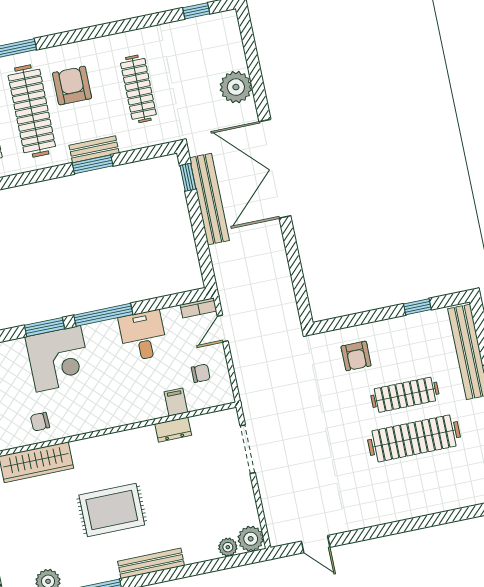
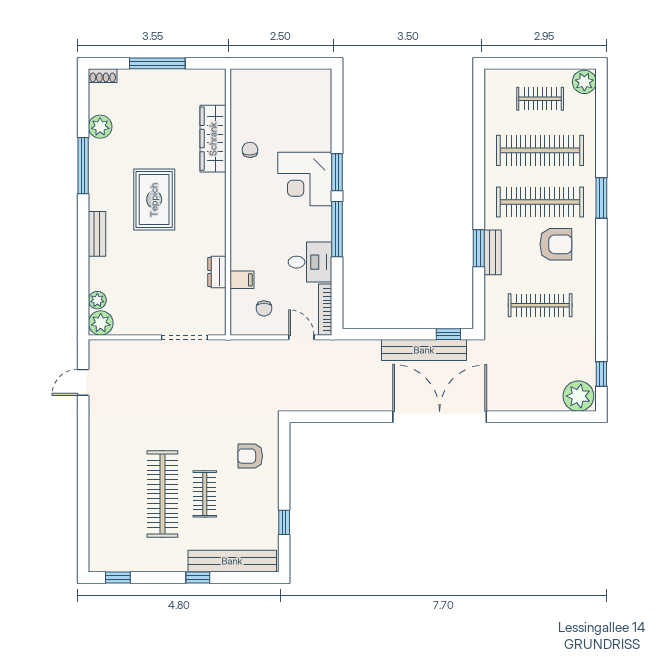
plant: (236, 87) -> (578, 396), moved
bookcase: (198, 308) -> (325, 310), width x1.56
clothes rail: (405, 395) -> (205, 494), width x0.73
bench: (151, 563) -> (97, 234), width x0.73

